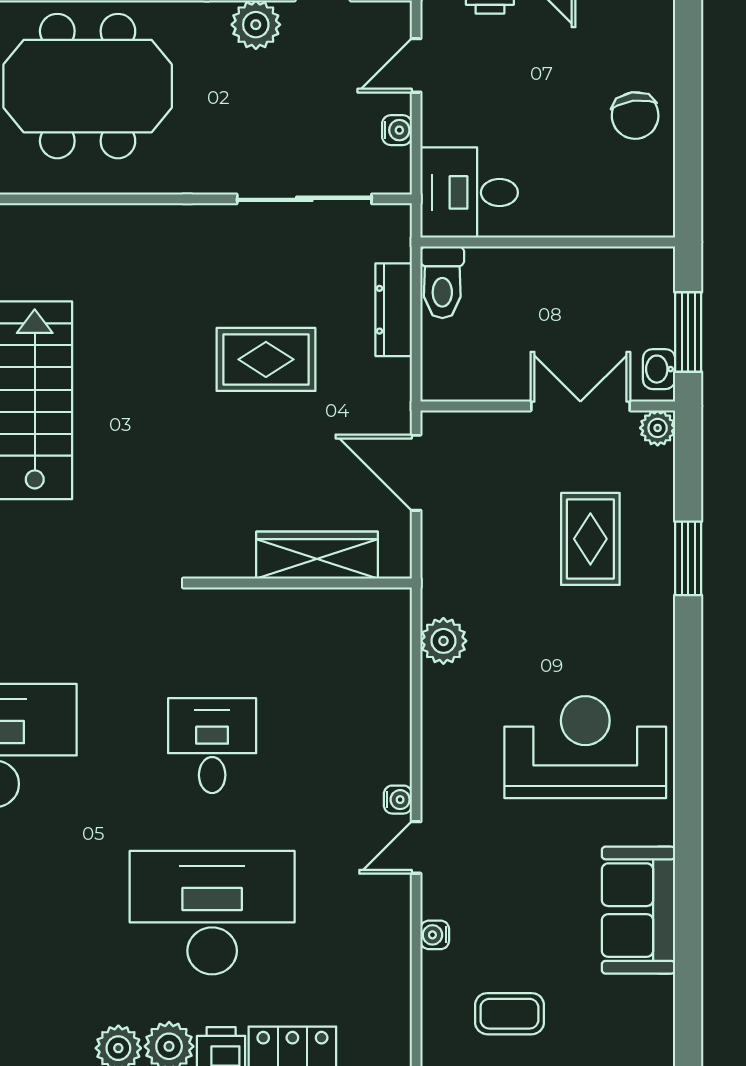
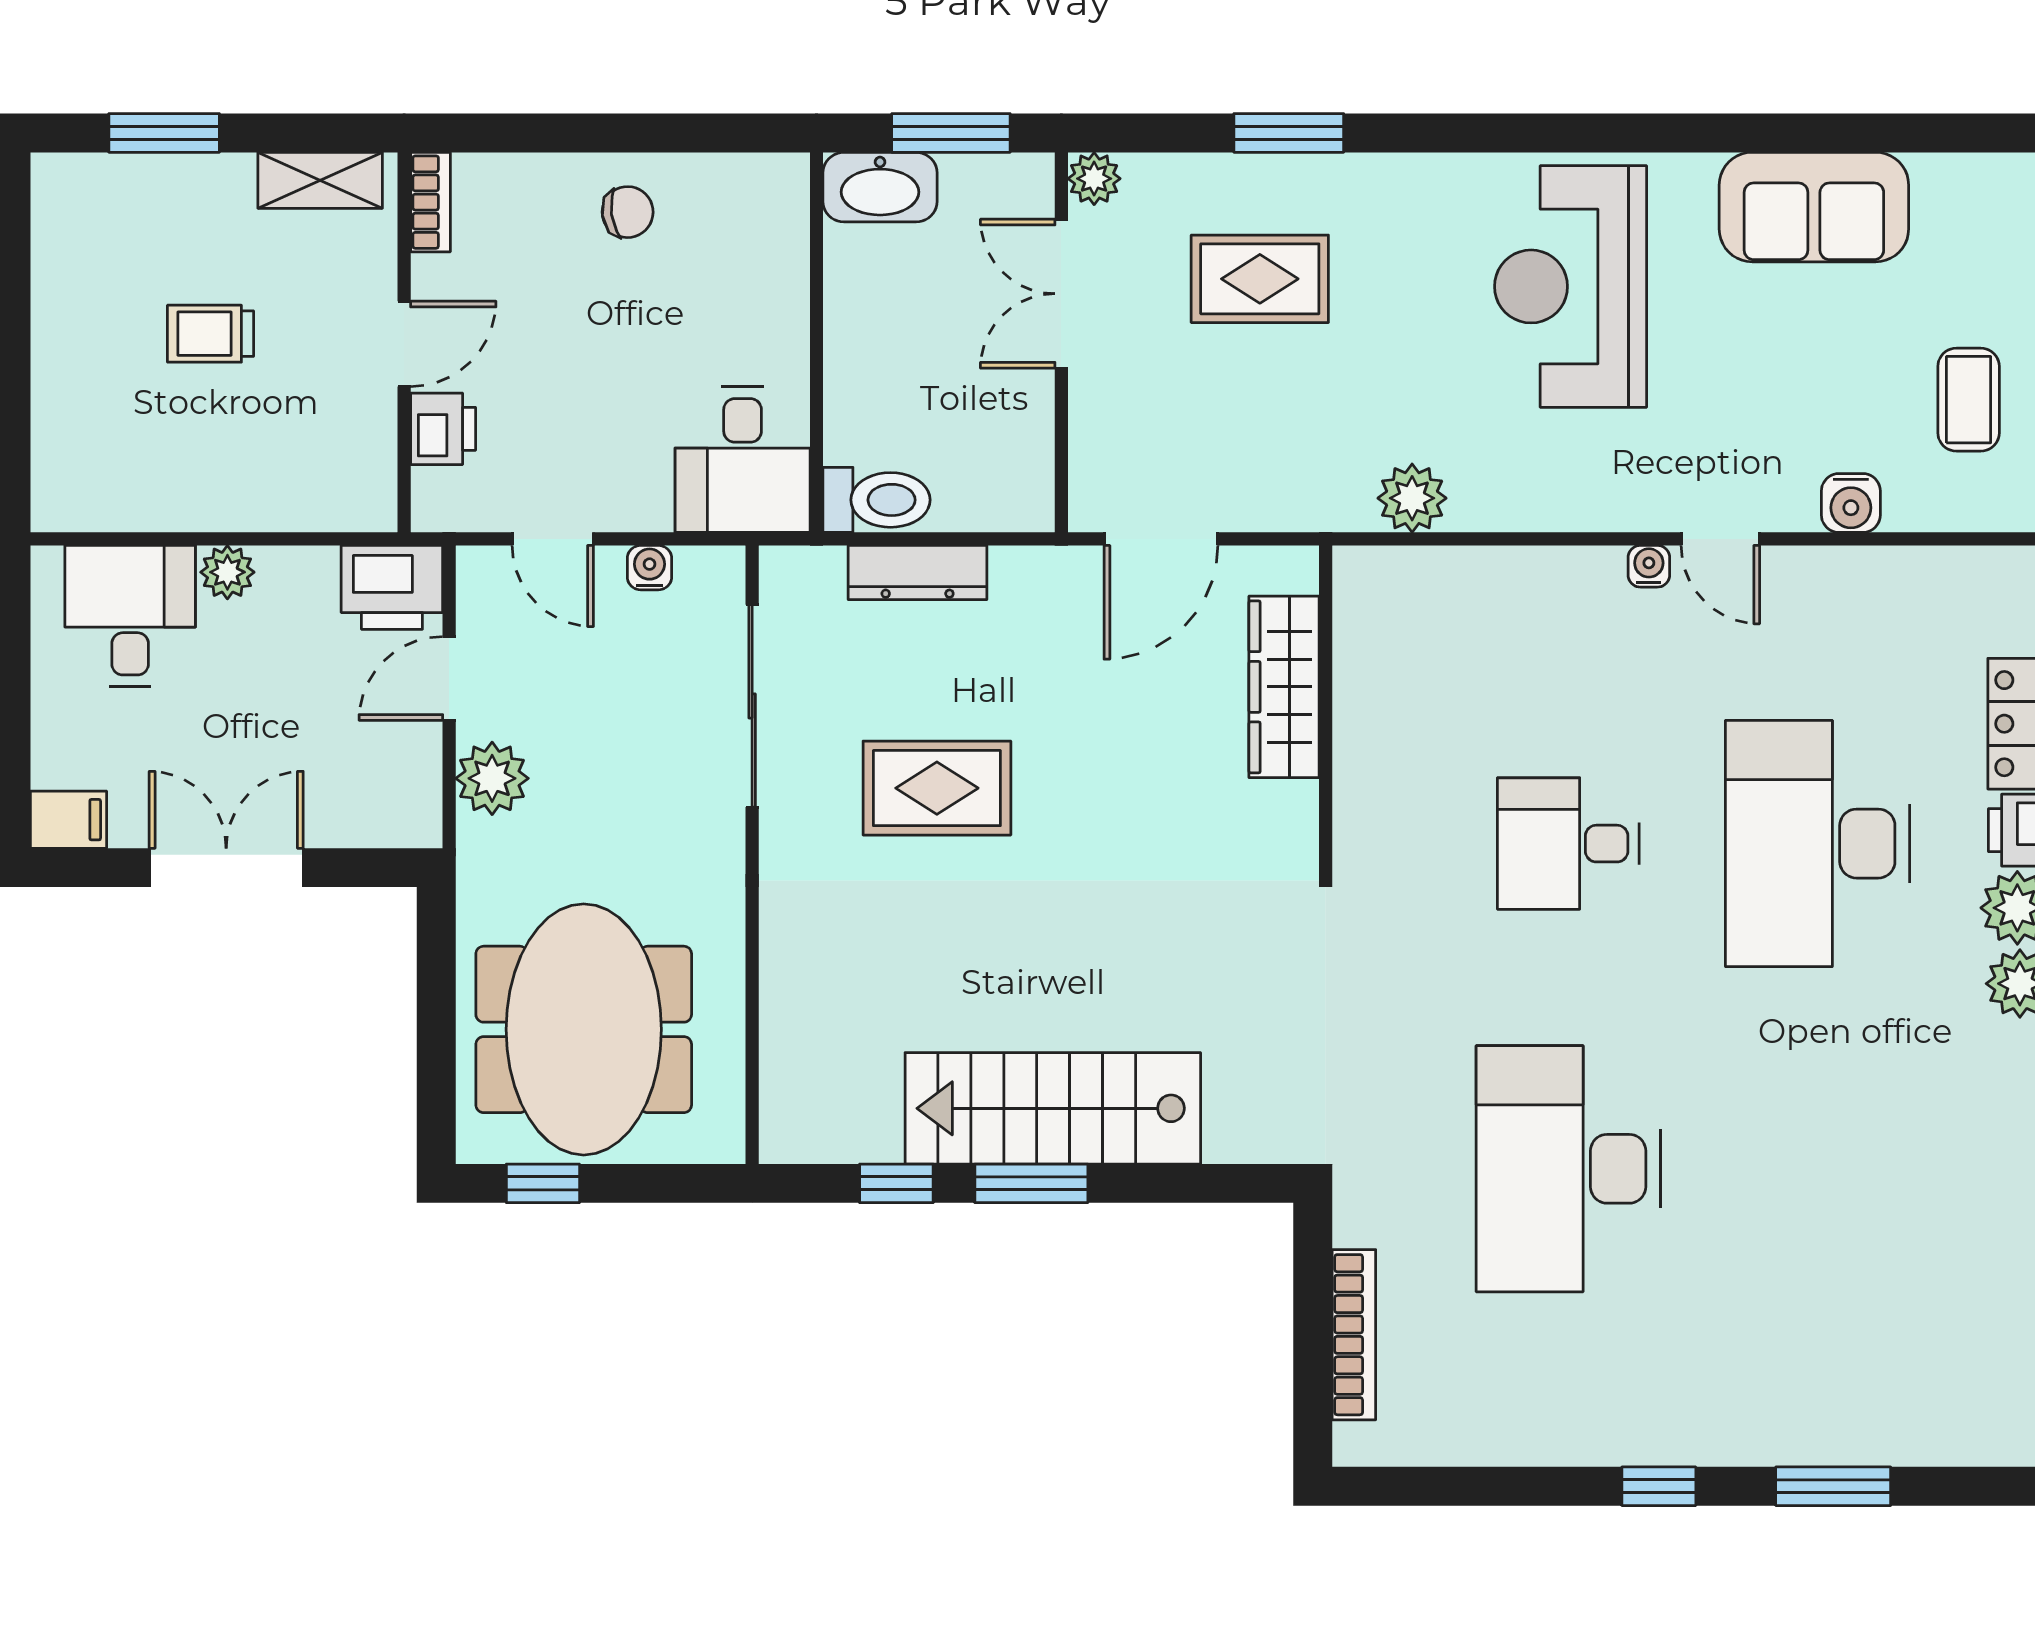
chair: (635, 115) -> (628, 212), width x0.73, depth x0.73
rug: (266, 359) -> (937, 788), moved, turned 90
washbasin: (659, 369) -> (880, 187), moved, width x1.91, depth x1.45
water cooler: (435, 935) -> (1851, 503), width x1.38, depth x1.38

